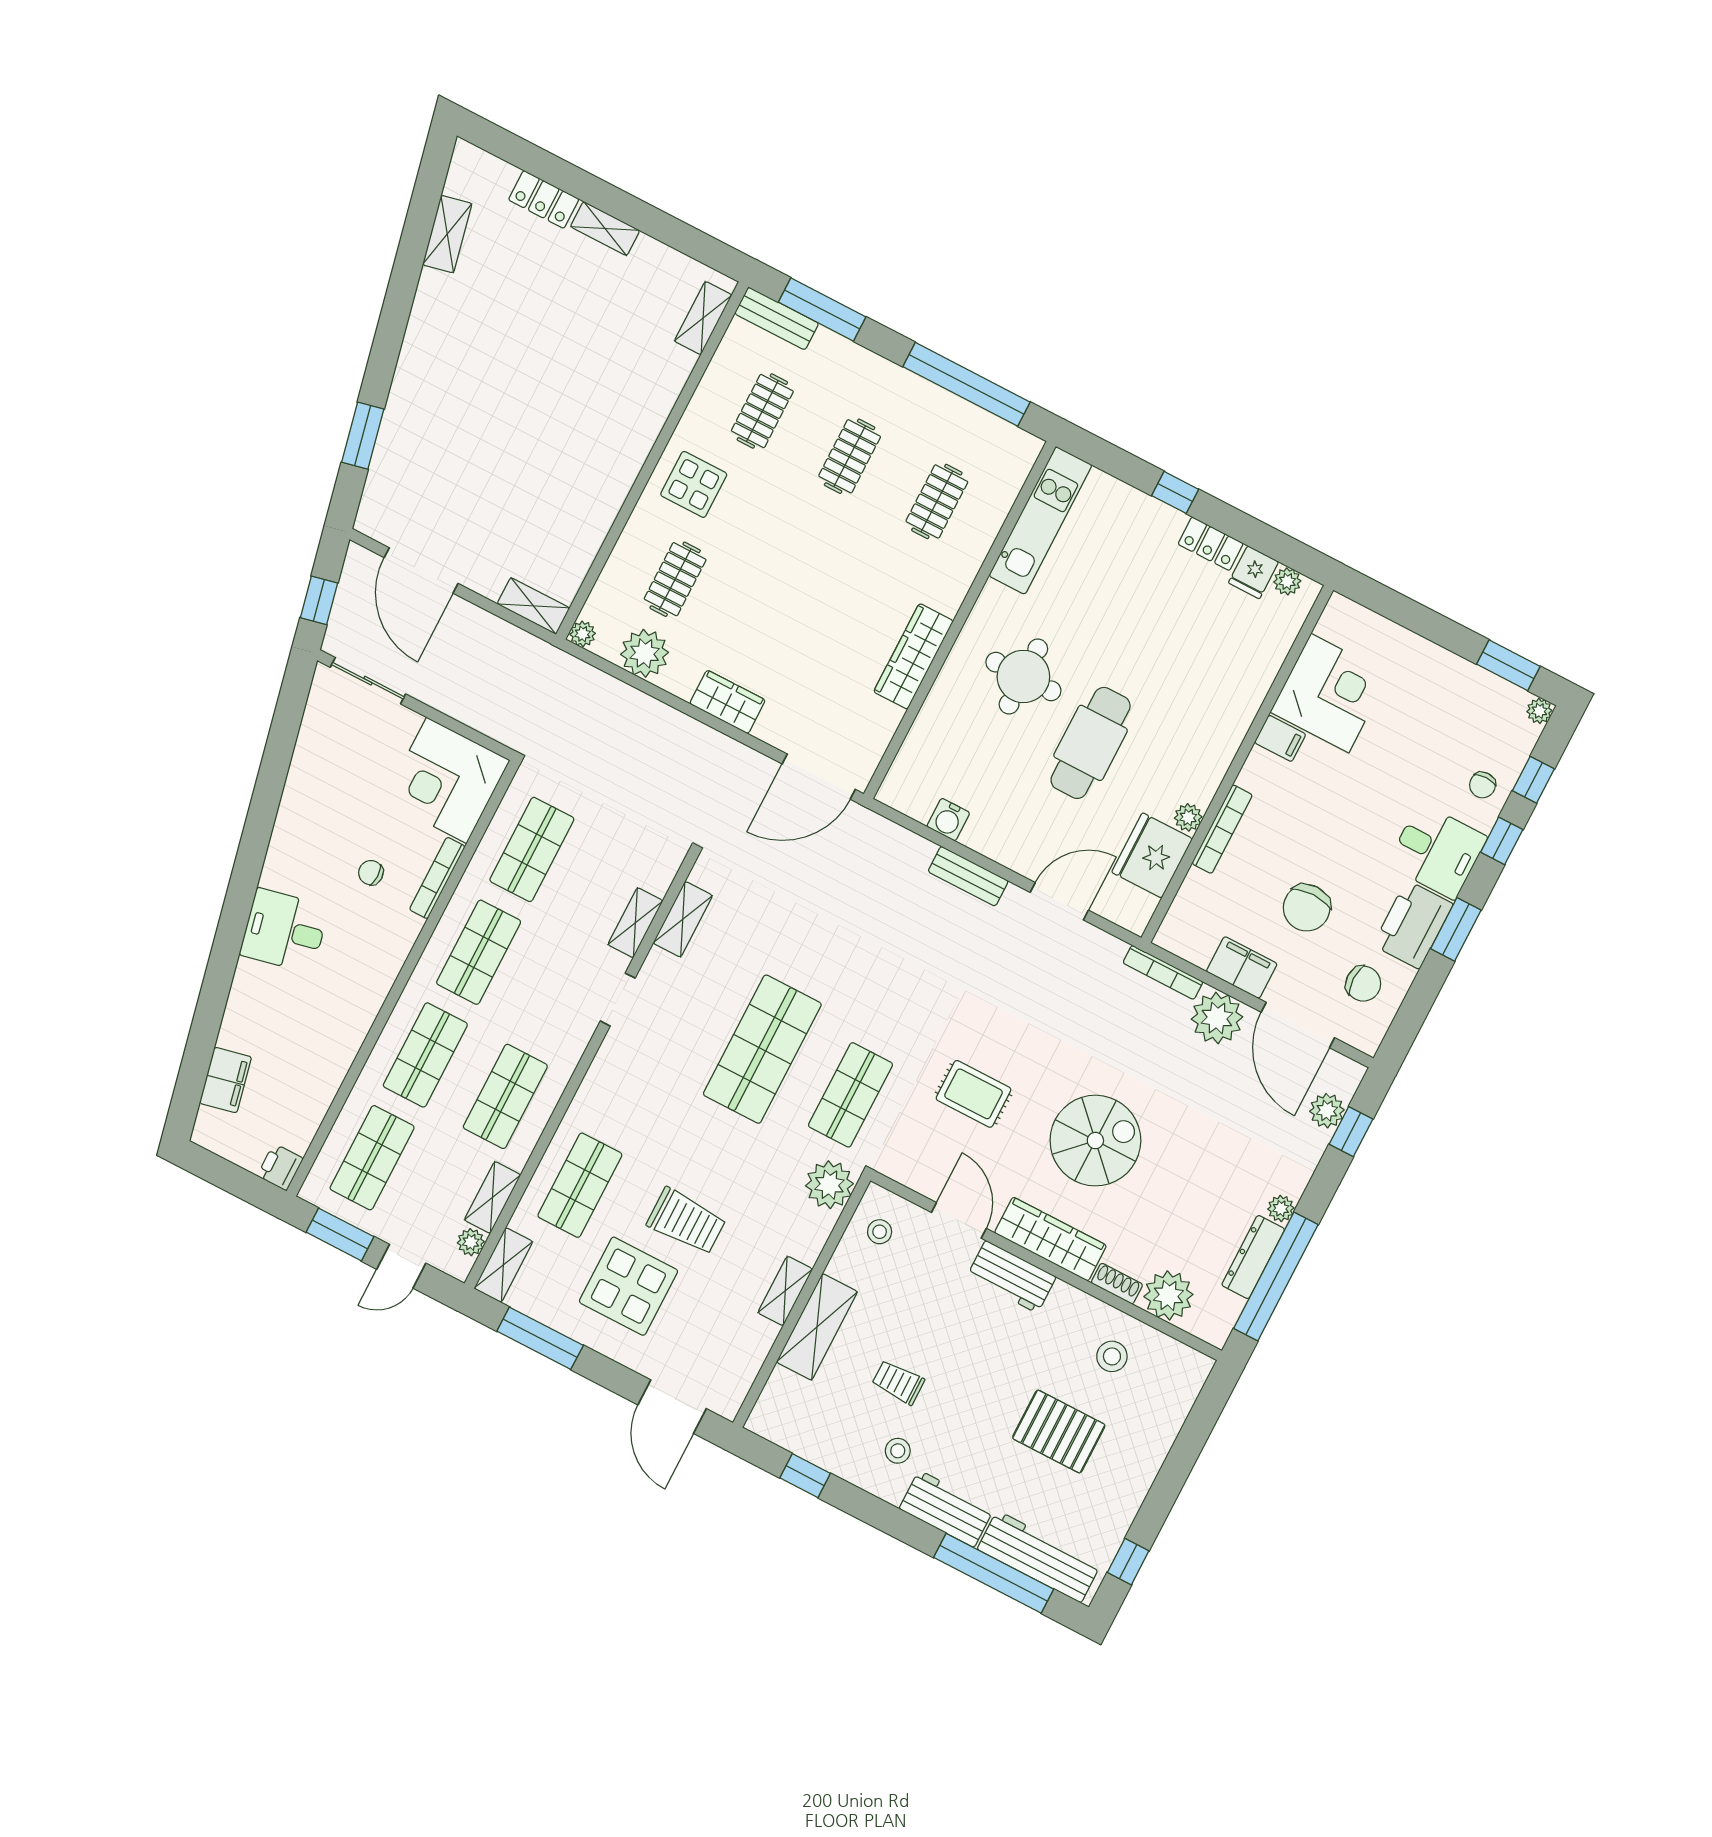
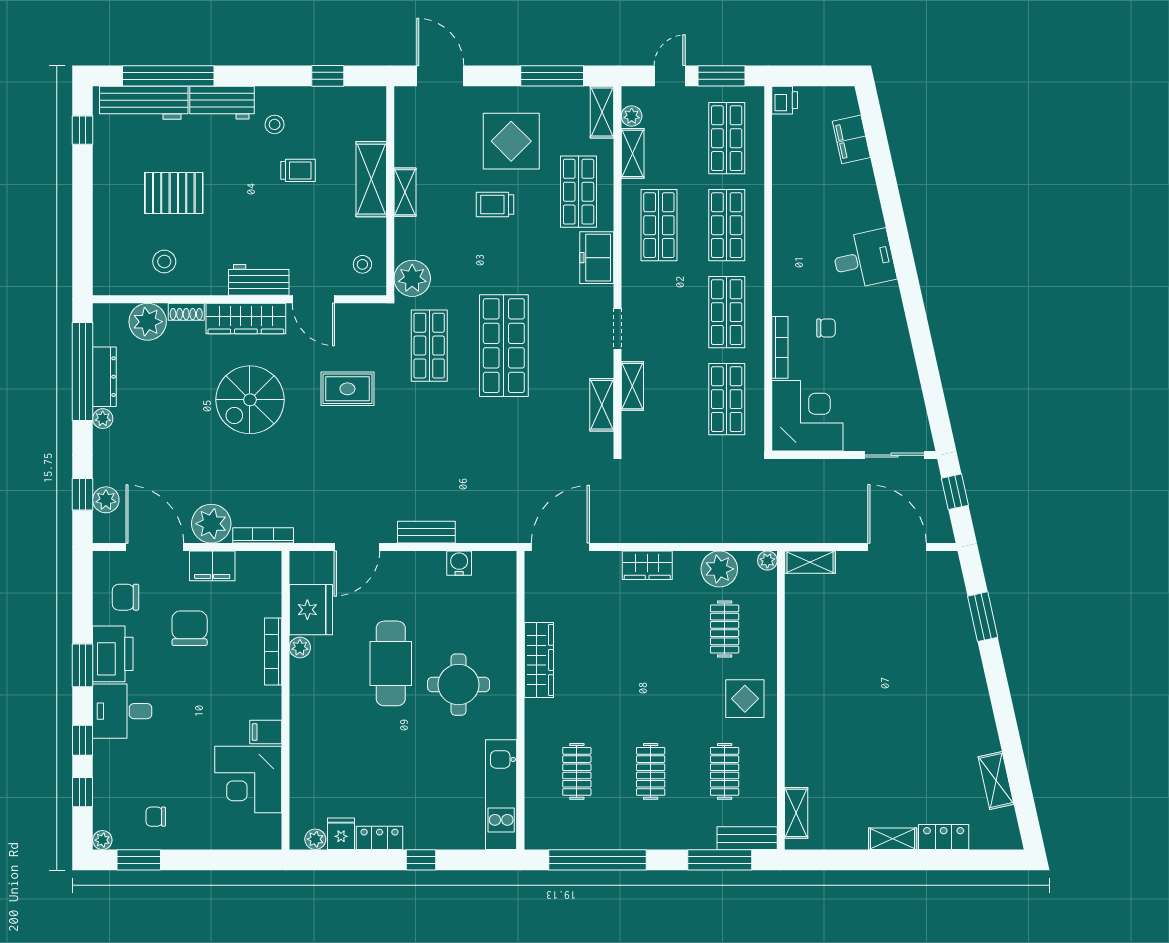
chair: (1482, 785) -> (156, 817), moved, turned -90
freezer: (599, 1096) -> (597, 258), added
trolley: (686, 1221) -> (495, 204), width x0.73, depth x0.72

